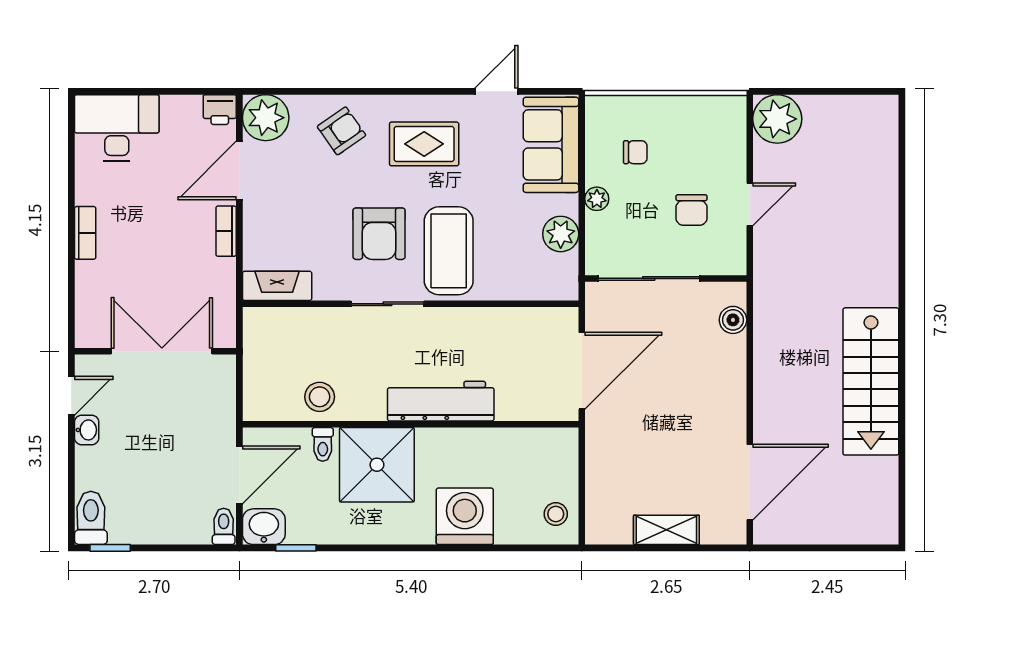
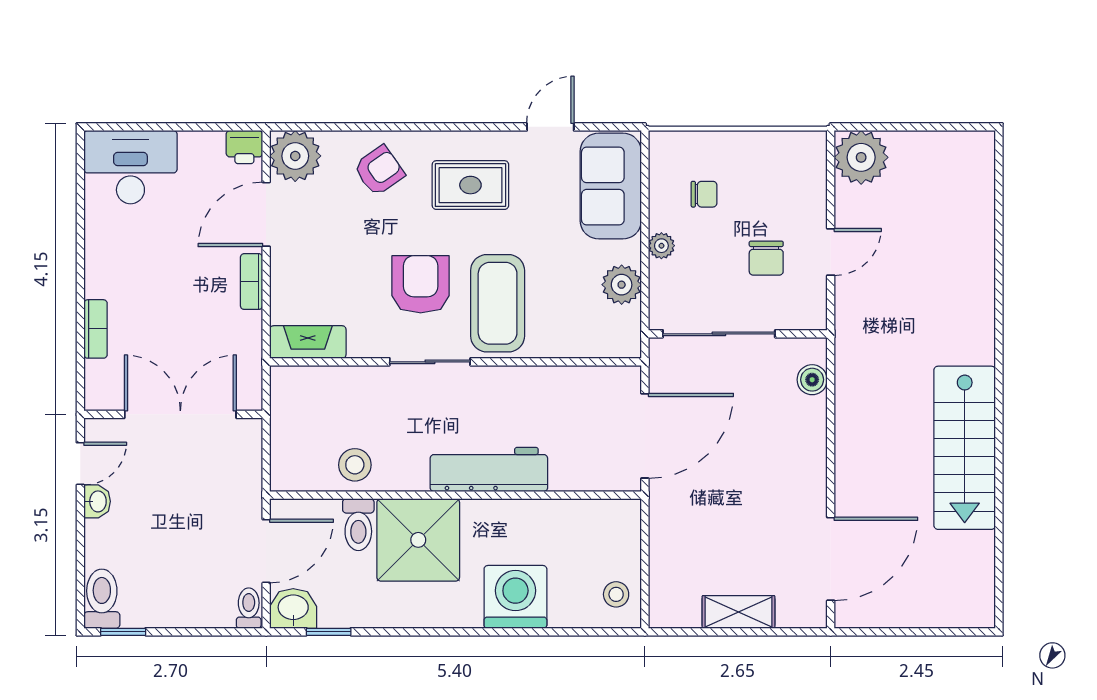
bookcase: (85, 233) -> (96, 329), moved
armchair: (379, 234) -> (421, 284), turned 180
toilet: (323, 444) -> (358, 525), width x1.37, depth x1.39

